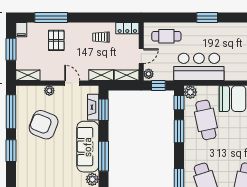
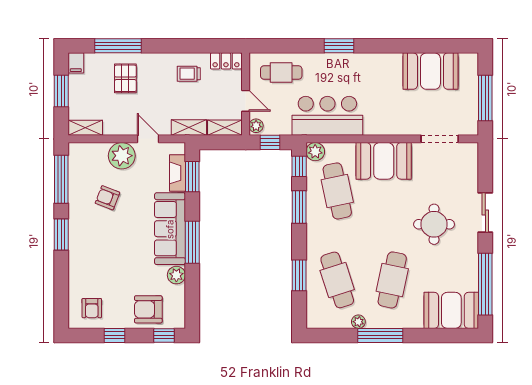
door: (141, 56) -> (246, 101), hinge flipped
plant: (49, 91) -> (122, 156), width x1.88, depth x1.88
armchair: (44, 125) -> (107, 198), width x0.53, depth x0.53

